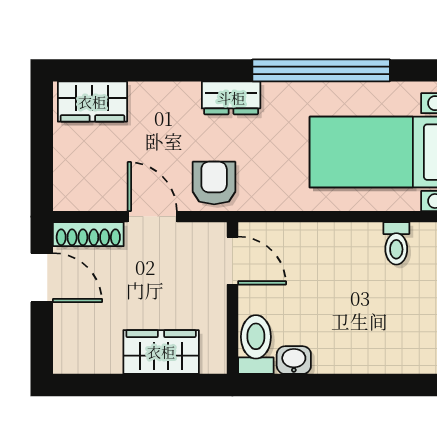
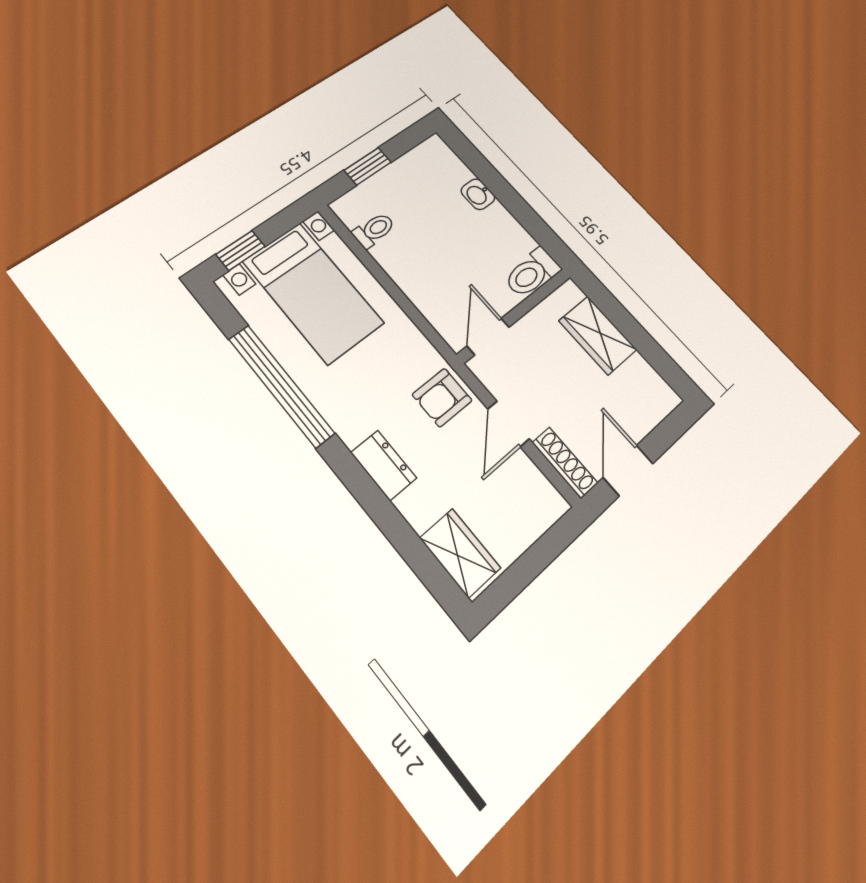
dresser: (231, 98) -> (384, 465), moved
washbasin: (294, 360) -> (478, 194), moved

